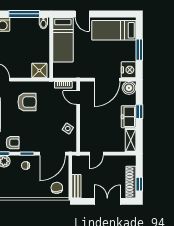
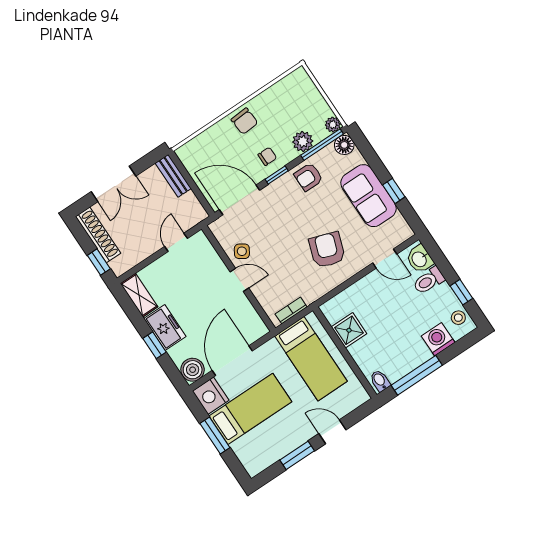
window: (107, 14) -> (297, 455), added
bed: (114, 30) -> (250, 409), moved
bed: (63, 40) -> (311, 359), moved, turned 180
shower: (39, 70) -> (349, 330), moved
door: (78, 98) -> (239, 280), moved
armchair: (27, 102) -> (327, 250), turned 109
door: (53, 154) -> (240, 200), hinge flipped
window: (139, 184) -> (99, 262), moved
chair: (57, 188) -> (245, 121), moved

